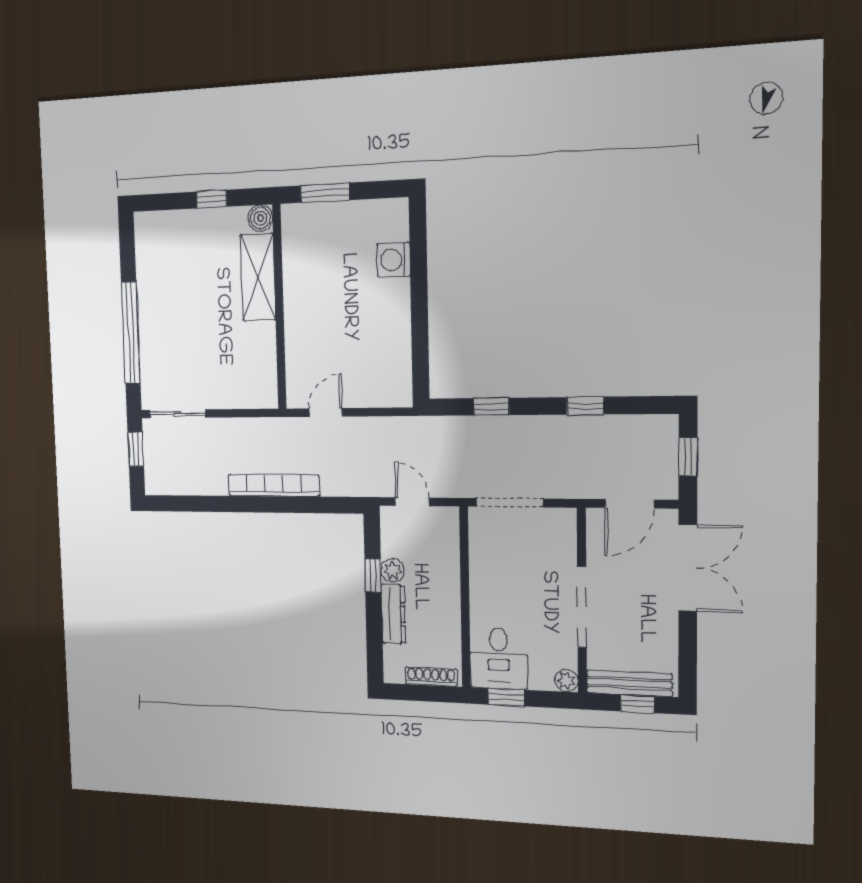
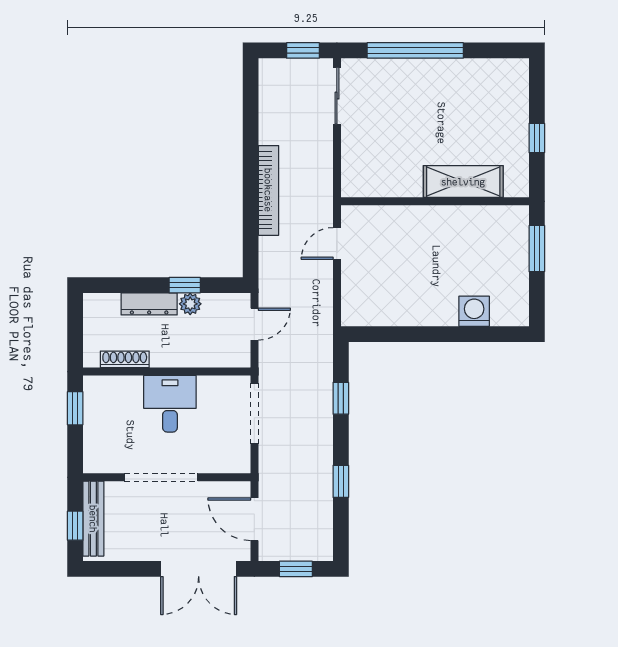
boiler: (260, 218) -> (517, 186), removed
door: (326, 412) -> (337, 243), swing flipped
desk: (498, 658) -> (170, 404), moved, turned 90
shoe rack: (431, 677) -> (125, 359), moved, turned -90
plant: (566, 681) -> (93, 463), removed

